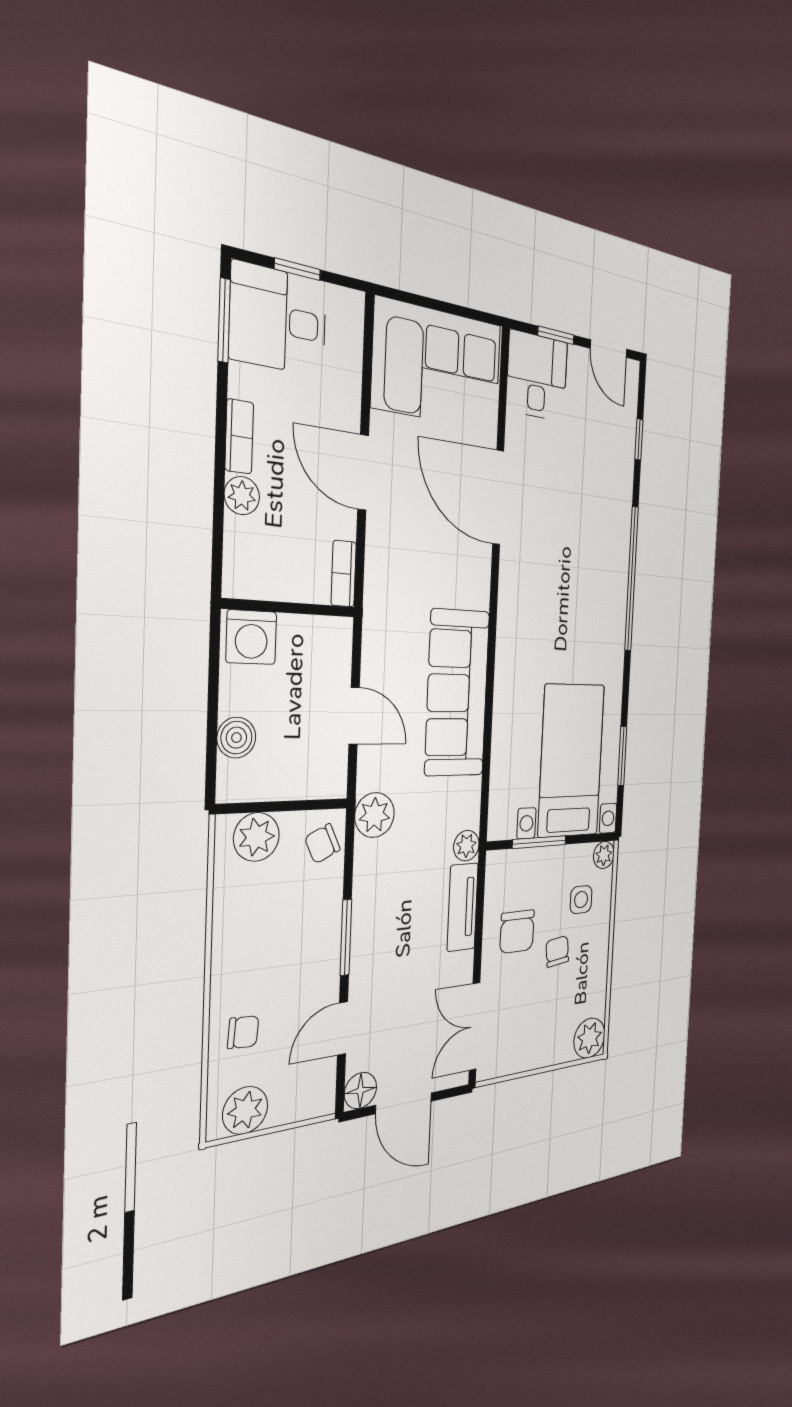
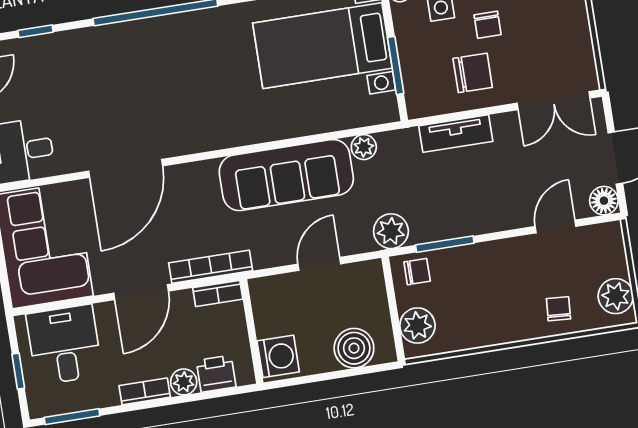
desk: (278, 320) -> (64, 345), moved, turned 180
printer: (245, 544) -> (216, 374), added
bookcase: (376, 573) -> (211, 267), added
boiler: (236, 738) -> (354, 348), width x1.36, depth x1.36
chair: (322, 844) -> (417, 272), turned -65
plant: (466, 846) -> (364, 147), moved
window: (346, 937) -> (445, 244), moved
chair: (557, 951) -> (488, 25), turned -83
door: (343, 1029) -> (556, 226), swing flipped

